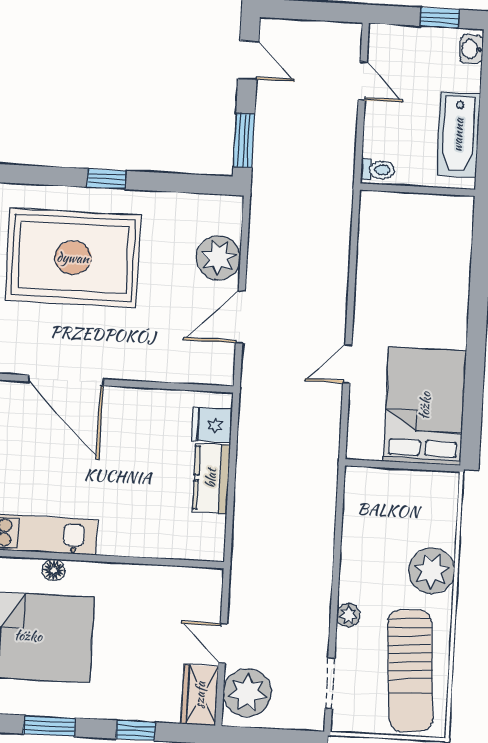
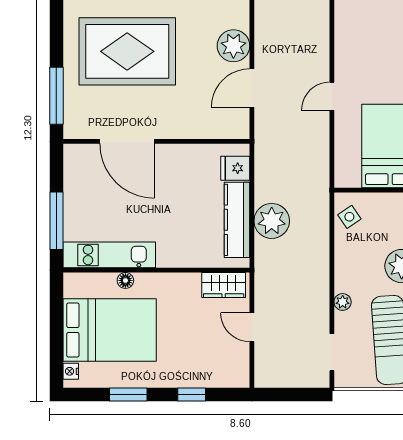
door: (347, 364) -> (332, 96), moved
kitchen counter: (211, 478) -> (237, 220), width x1.50
side table: (364, 500) -> (349, 217), added
plant: (247, 693) -> (272, 221), moved
wardrobe: (200, 695) -> (224, 285), moved, turned -90

